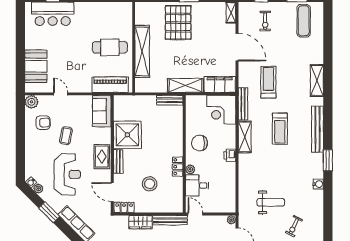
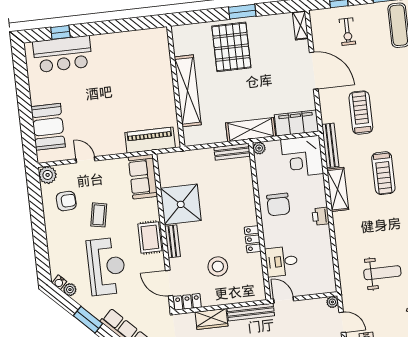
cafe table: (110, 47) -> (144, 90), removed
chair: (200, 143) -> (278, 204), turned -90
plant: (190, 169) -> (259, 148), moved

